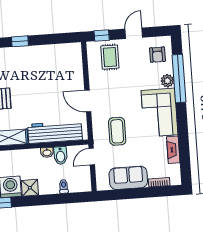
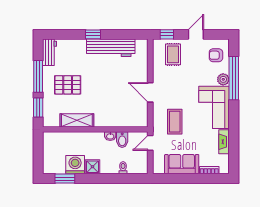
armchair: (157, 55) -> (216, 55), turned 90
workbench: (55, 132) -> (111, 48), moved, turned 180

